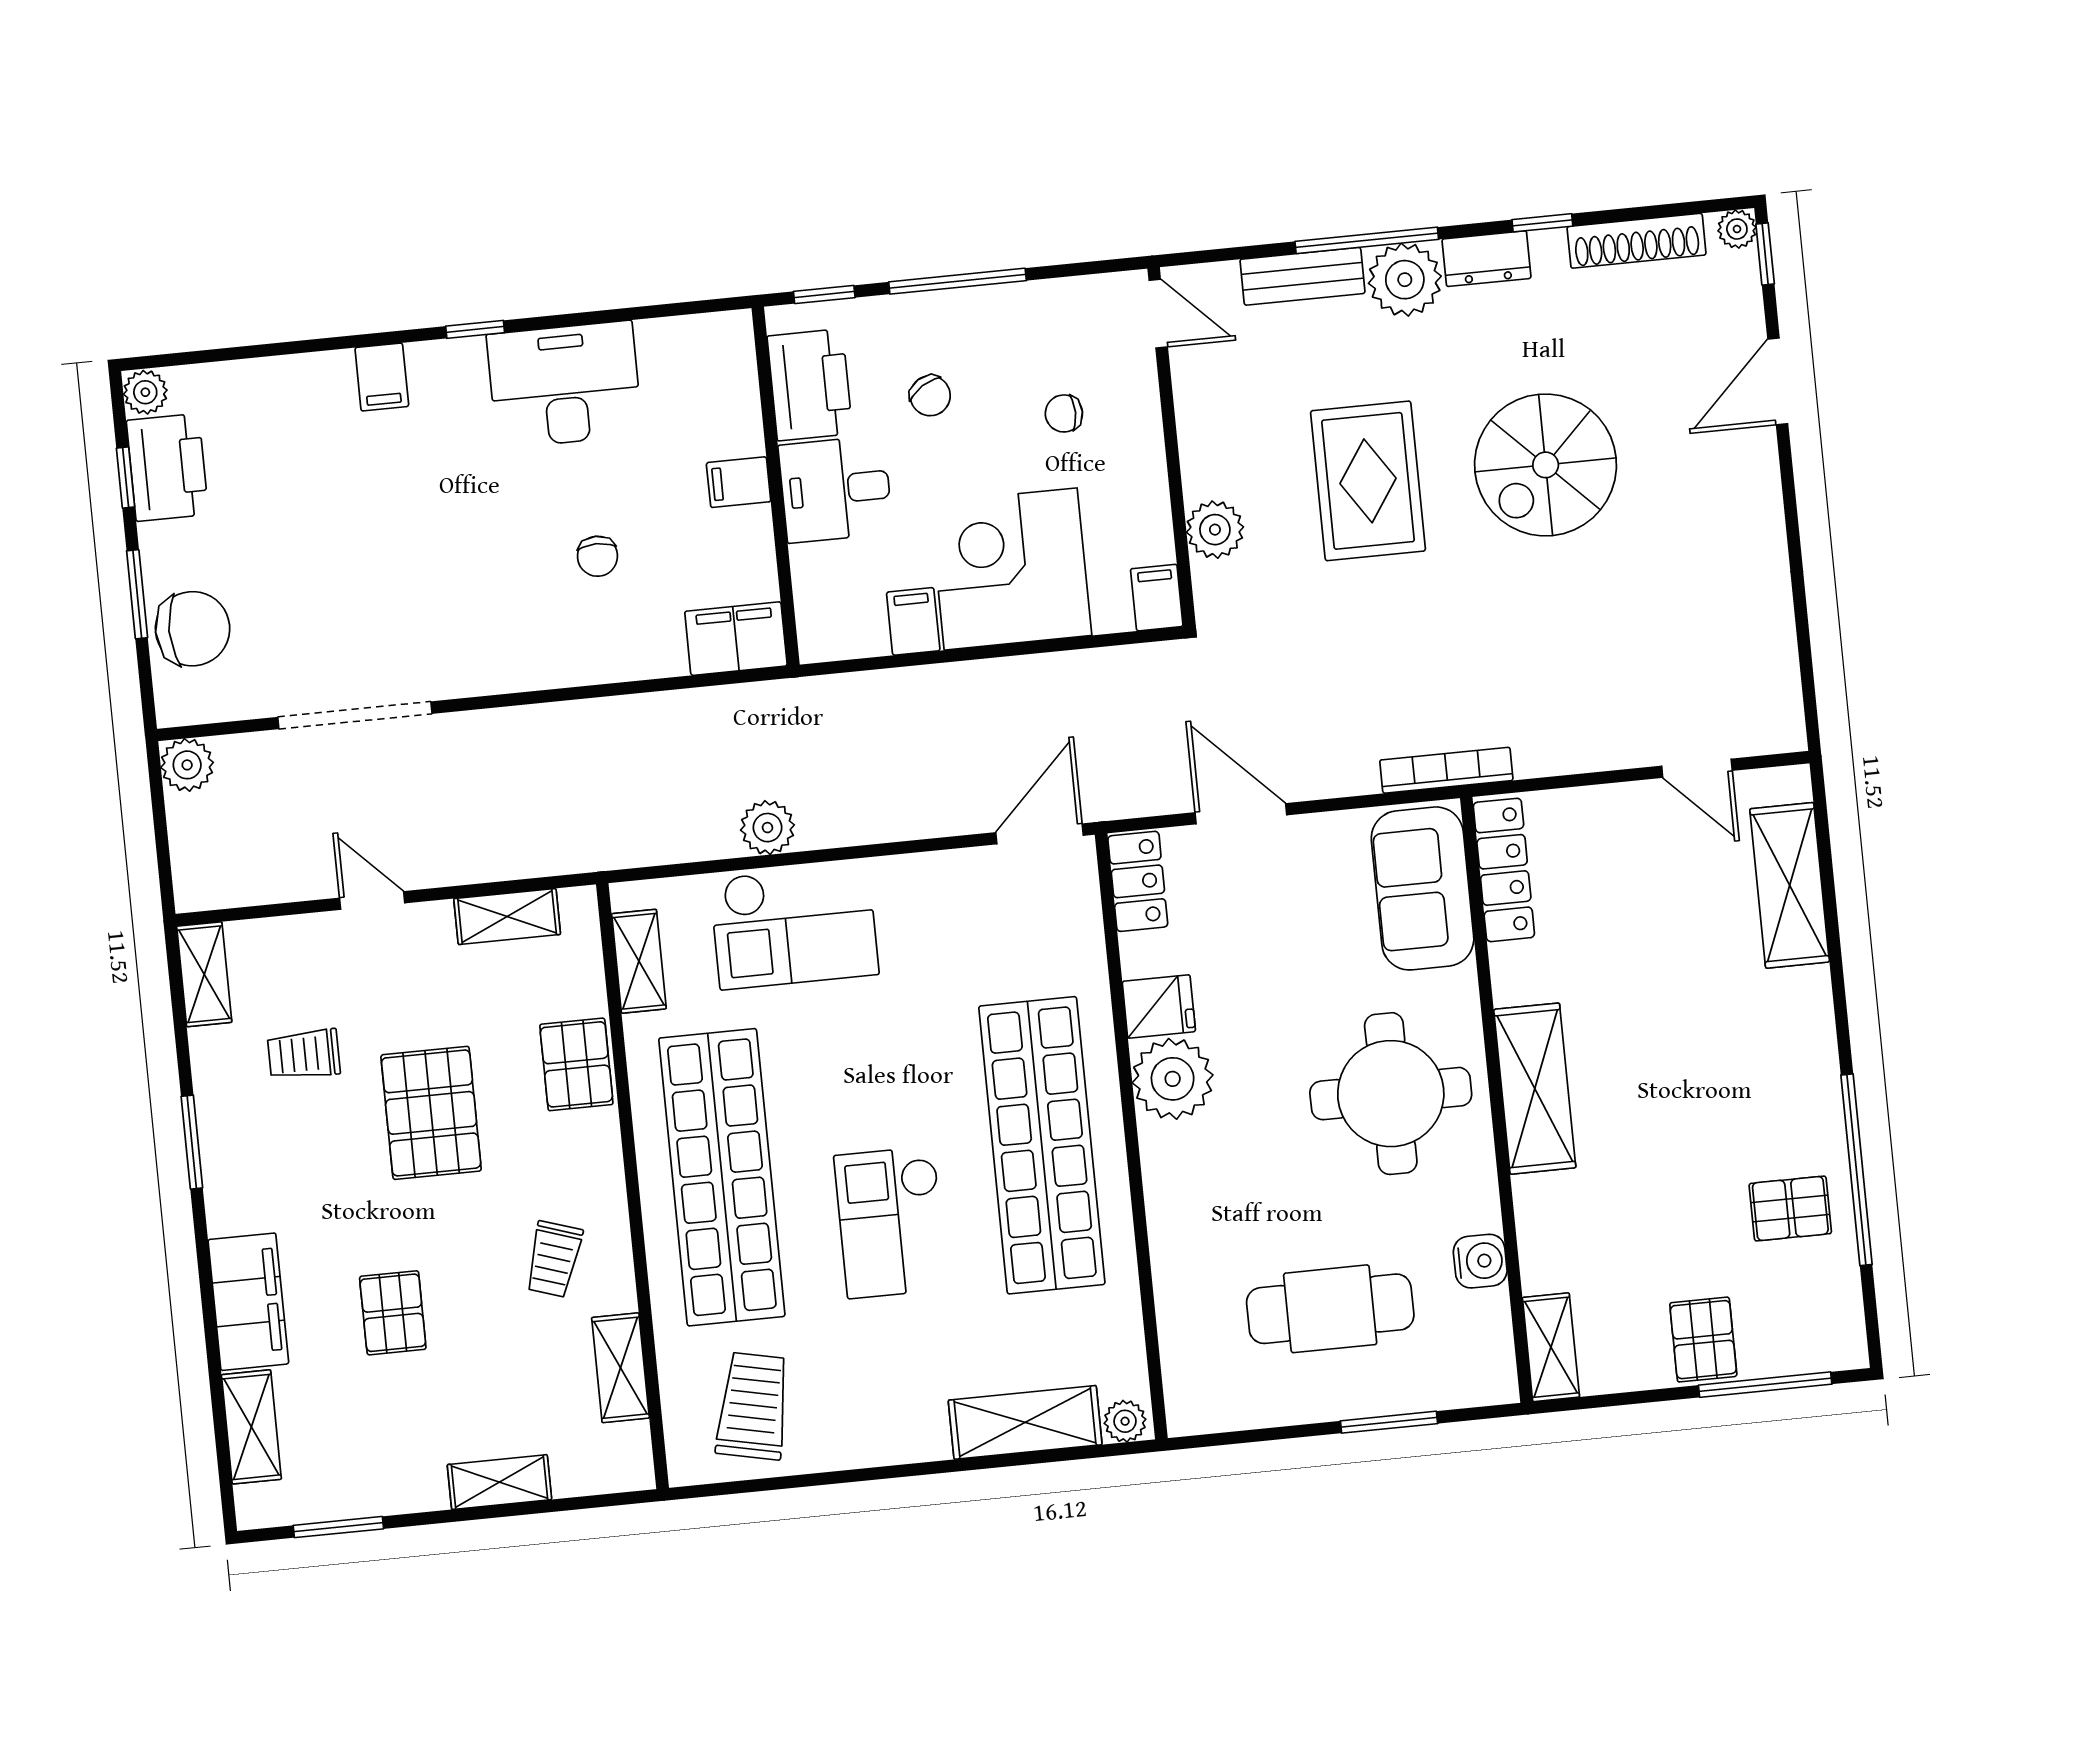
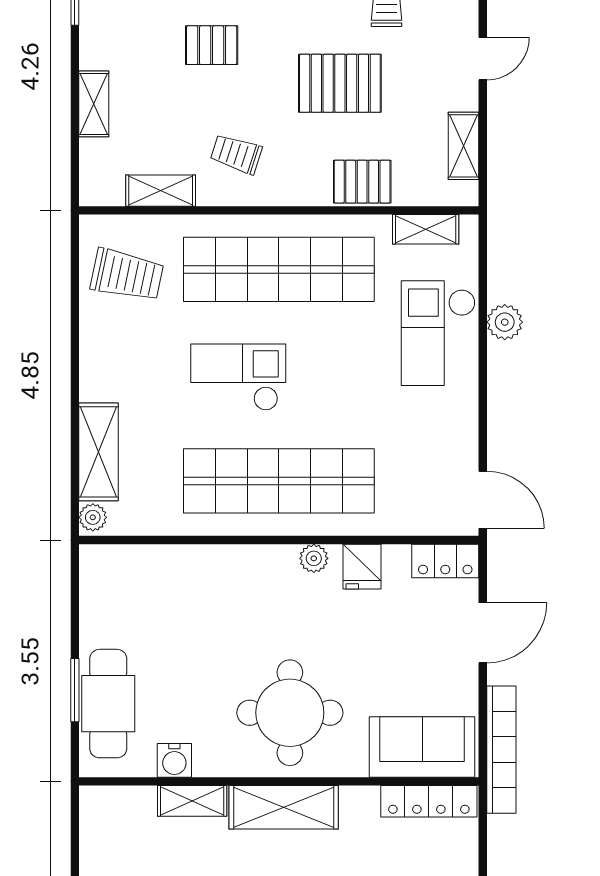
bookcase: (1446, 770) -> (501, 750), width x1.48, depth x1.31
plant: (1173, 1079) -> (314, 558), width x0.53, depth x0.53
cafe table: (1330, 1309) -> (108, 704), moved
shelving: (1551, 1347) -> (192, 801), moved

